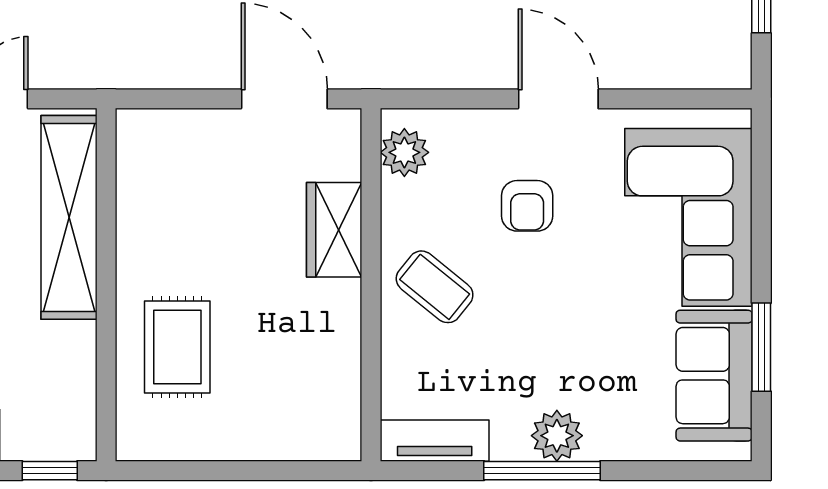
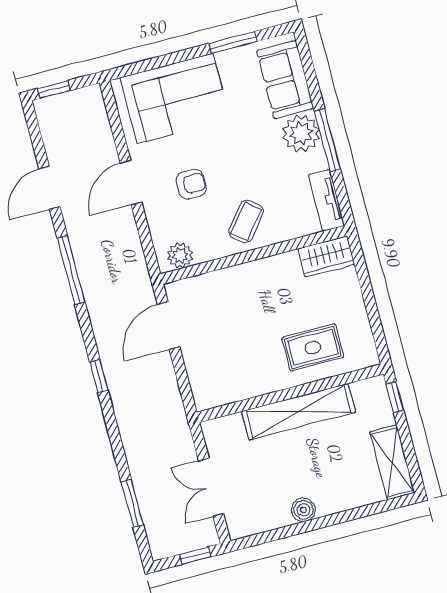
shelving: (69, 217) -> (298, 412), moved
wardrobe: (334, 230) -> (326, 256), moved
sofa: (714, 376) -> (285, 80), moved, turned 90
plant: (557, 436) -> (301, 134), width x1.36, depth x1.36

